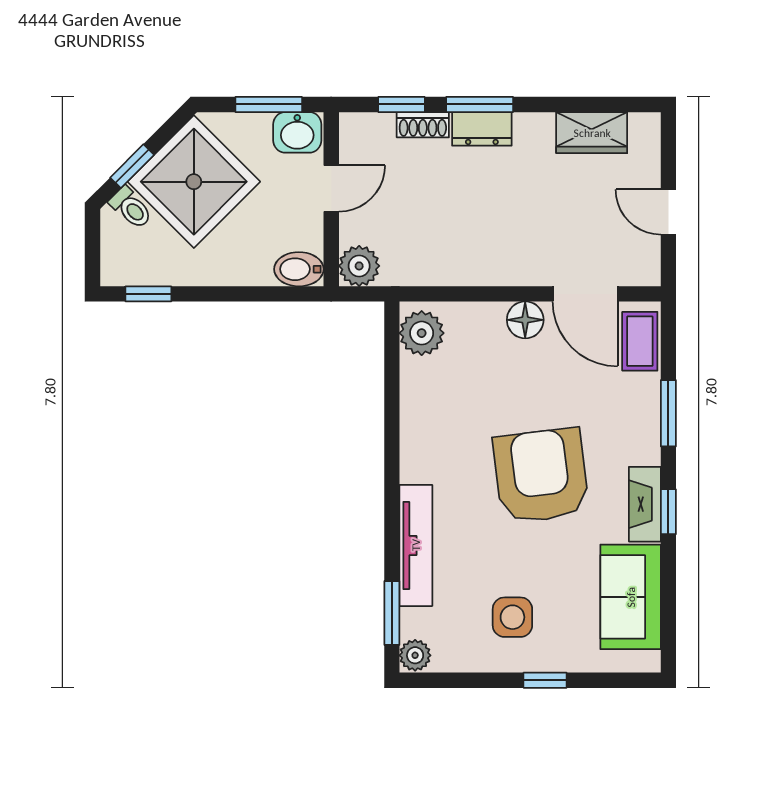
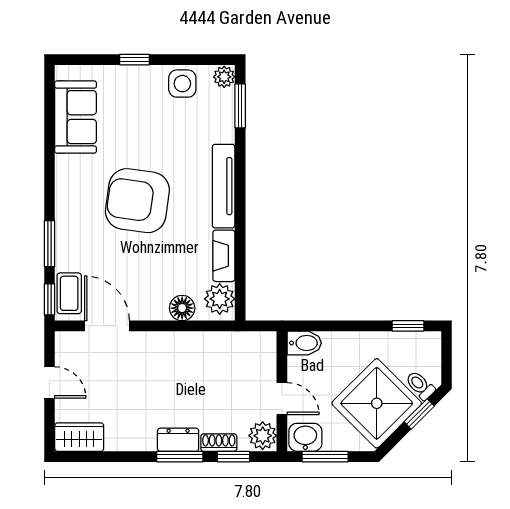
wardrobe: (592, 133) -> (79, 437), moved
door: (331, 188) -> (282, 399), swing flipped
plant: (359, 266) -> (263, 436), moved
floor lamp: (525, 320) -> (182, 308), moved
armchair: (541, 476) -> (137, 201), turned 105
fireplace: (645, 504) -> (224, 256), moved, turned 180
window: (668, 512) -> (49, 299), moved
tv unit: (416, 545) -> (224, 186), moved
side table: (512, 617) -> (182, 84), moved

